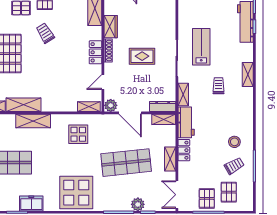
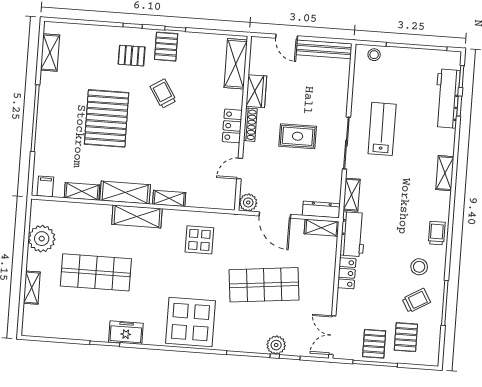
trolley: (218, 86) -> (437, 233), moved
shelving: (89, 107) -> (169, 198), moved
shelving: (170, 159) -> (327, 284), removed

